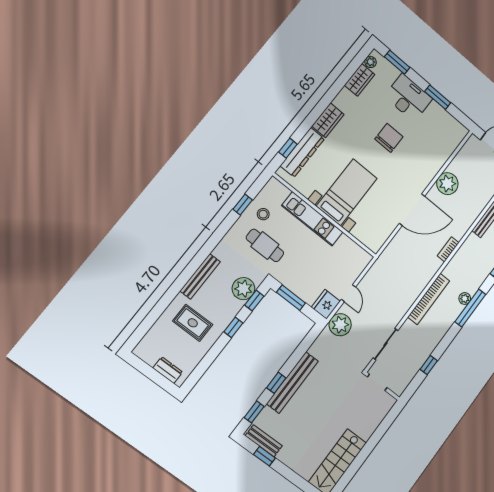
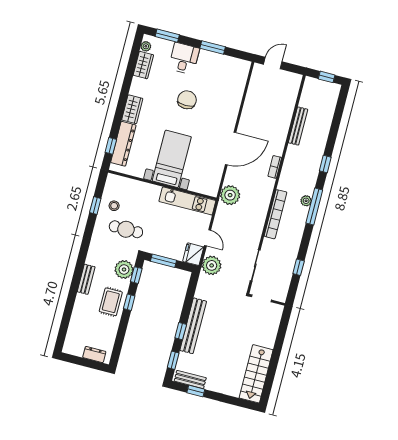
desk: (408, 98) -> (184, 58), width x0.73
plant: (447, 184) -> (230, 195), moved
kitchen unit: (312, 219) -> (187, 201), moved
bench: (200, 276) -> (86, 279), width x0.73
rug: (193, 323) -> (111, 302), moved, turned 90

